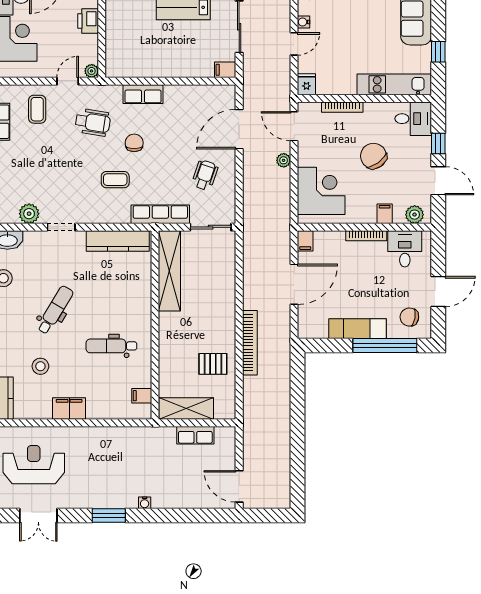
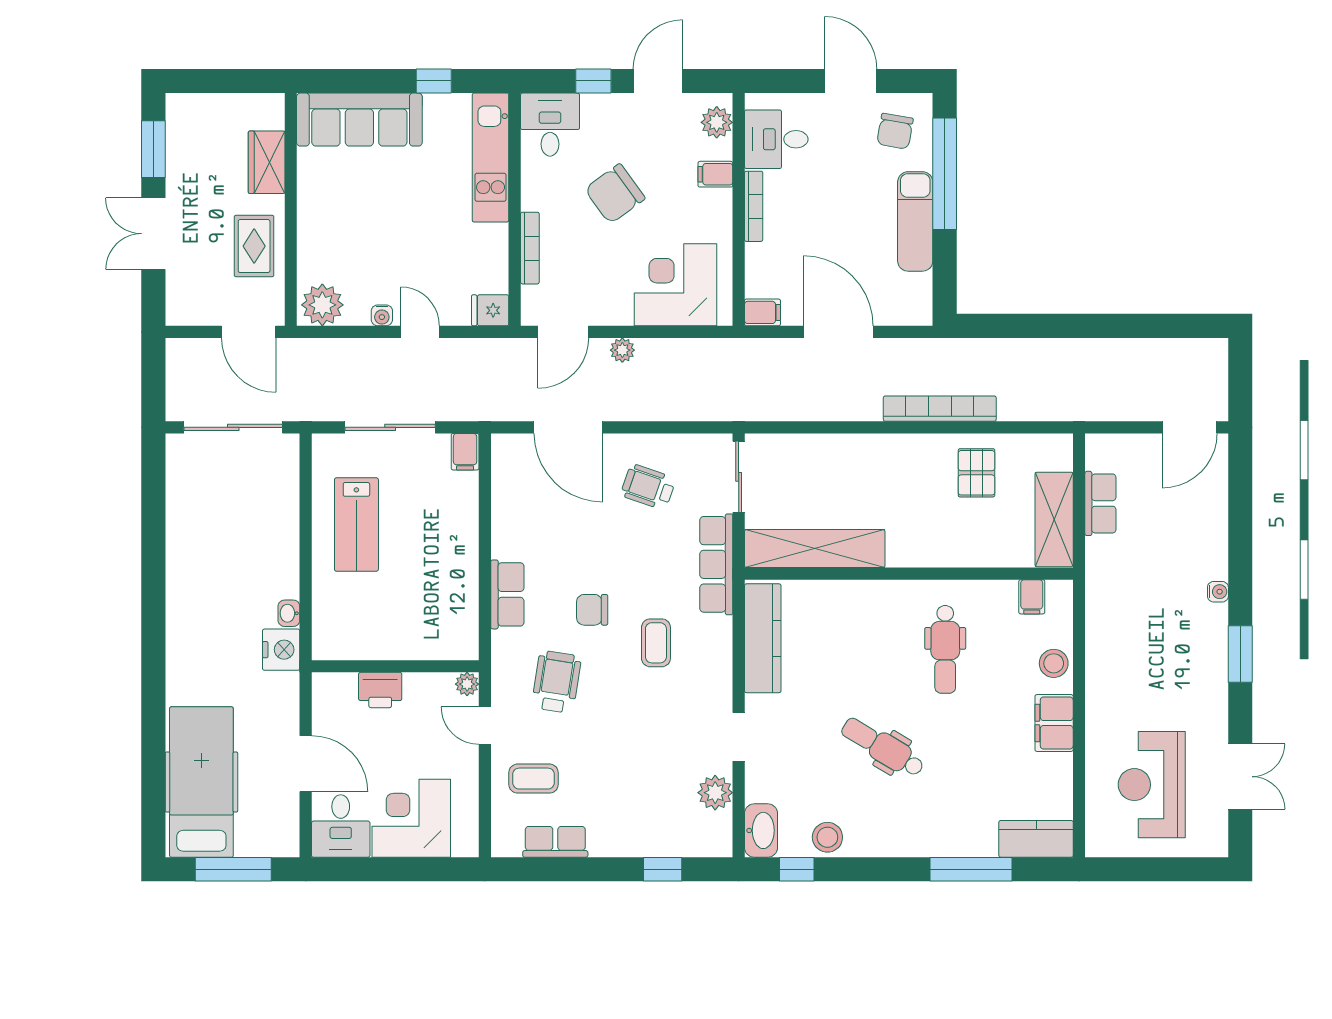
stool: (40, 366) -> (1054, 663), moved

